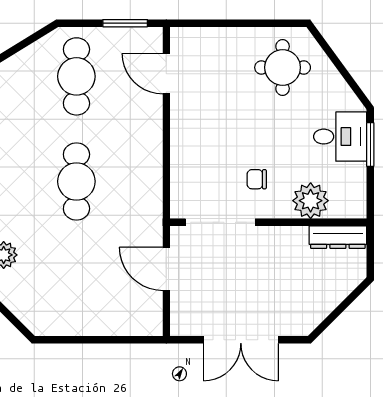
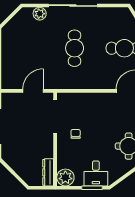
cafe table: (76, 181) -> (75, 48), turned 90
plant: (311, 201) -> (65, 177), moved

